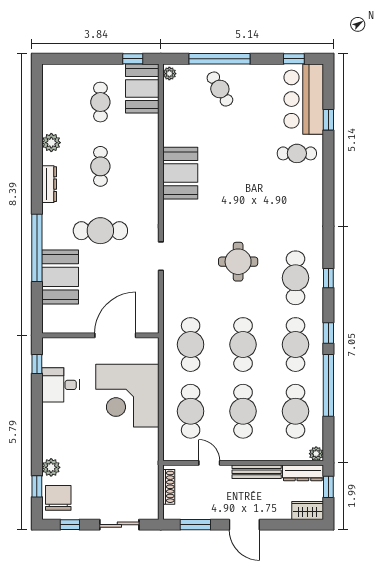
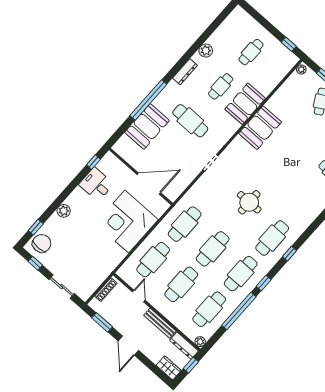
booth: (142, 88) -> (245, 104), moved
plant: (51, 467) -> (64, 211), moved

